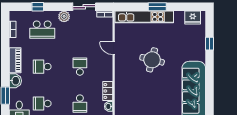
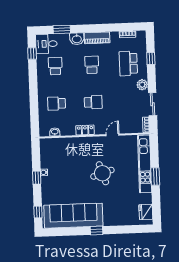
window: (210, 44) -> (96, 230), moved
round table: (152, 60) -> (102, 173), turned -32
locker: (108, 91) -> (85, 130), moved

